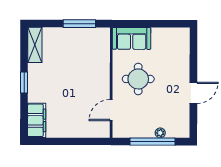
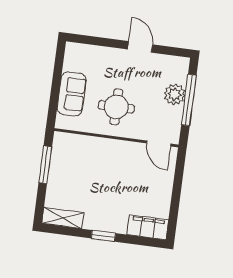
sofa: (132, 38) -> (72, 94), moved
door: (111, 110) -> (159, 143), moved
plant: (160, 133) -> (175, 94), width x1.87, depth x1.87

